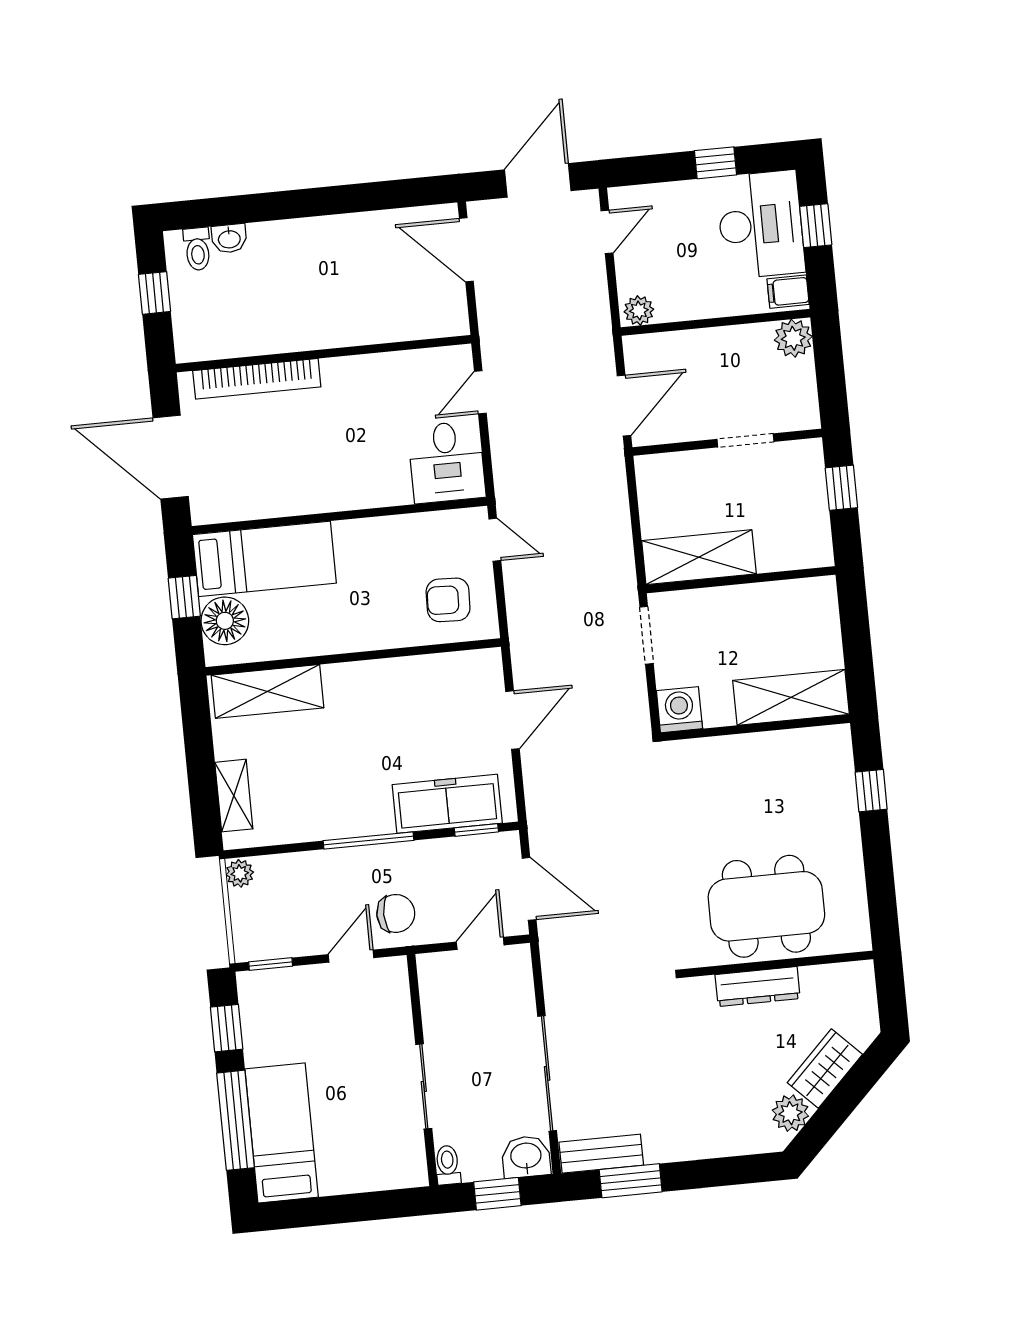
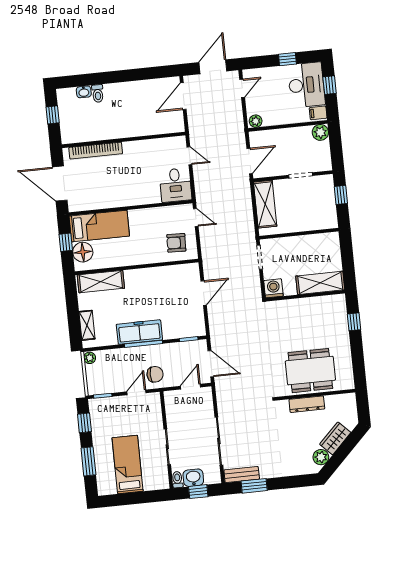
toilet: (197, 249) -> (98, 93), moved
door: (466, 250) -> (183, 96), hinge flipped
door: (480, 392) -> (189, 156), swing flipped
shelving: (699, 557) -> (265, 204), moved, turned 90
freezer: (447, 804) -> (139, 332), moved
window: (236, 1120) -> (88, 461), width x0.69
bed: (282, 1133) -> (128, 464), moved
washbasin: (526, 1157) -> (193, 478), moved

